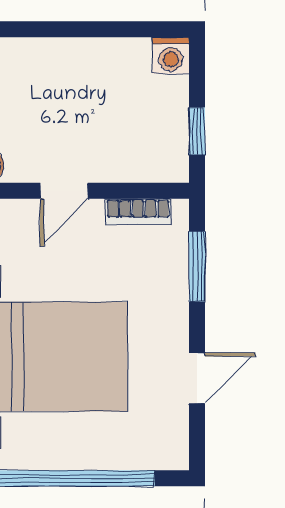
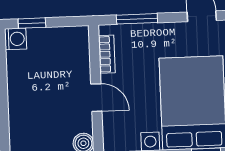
window: (197, 131) -> (32, 23), moved

